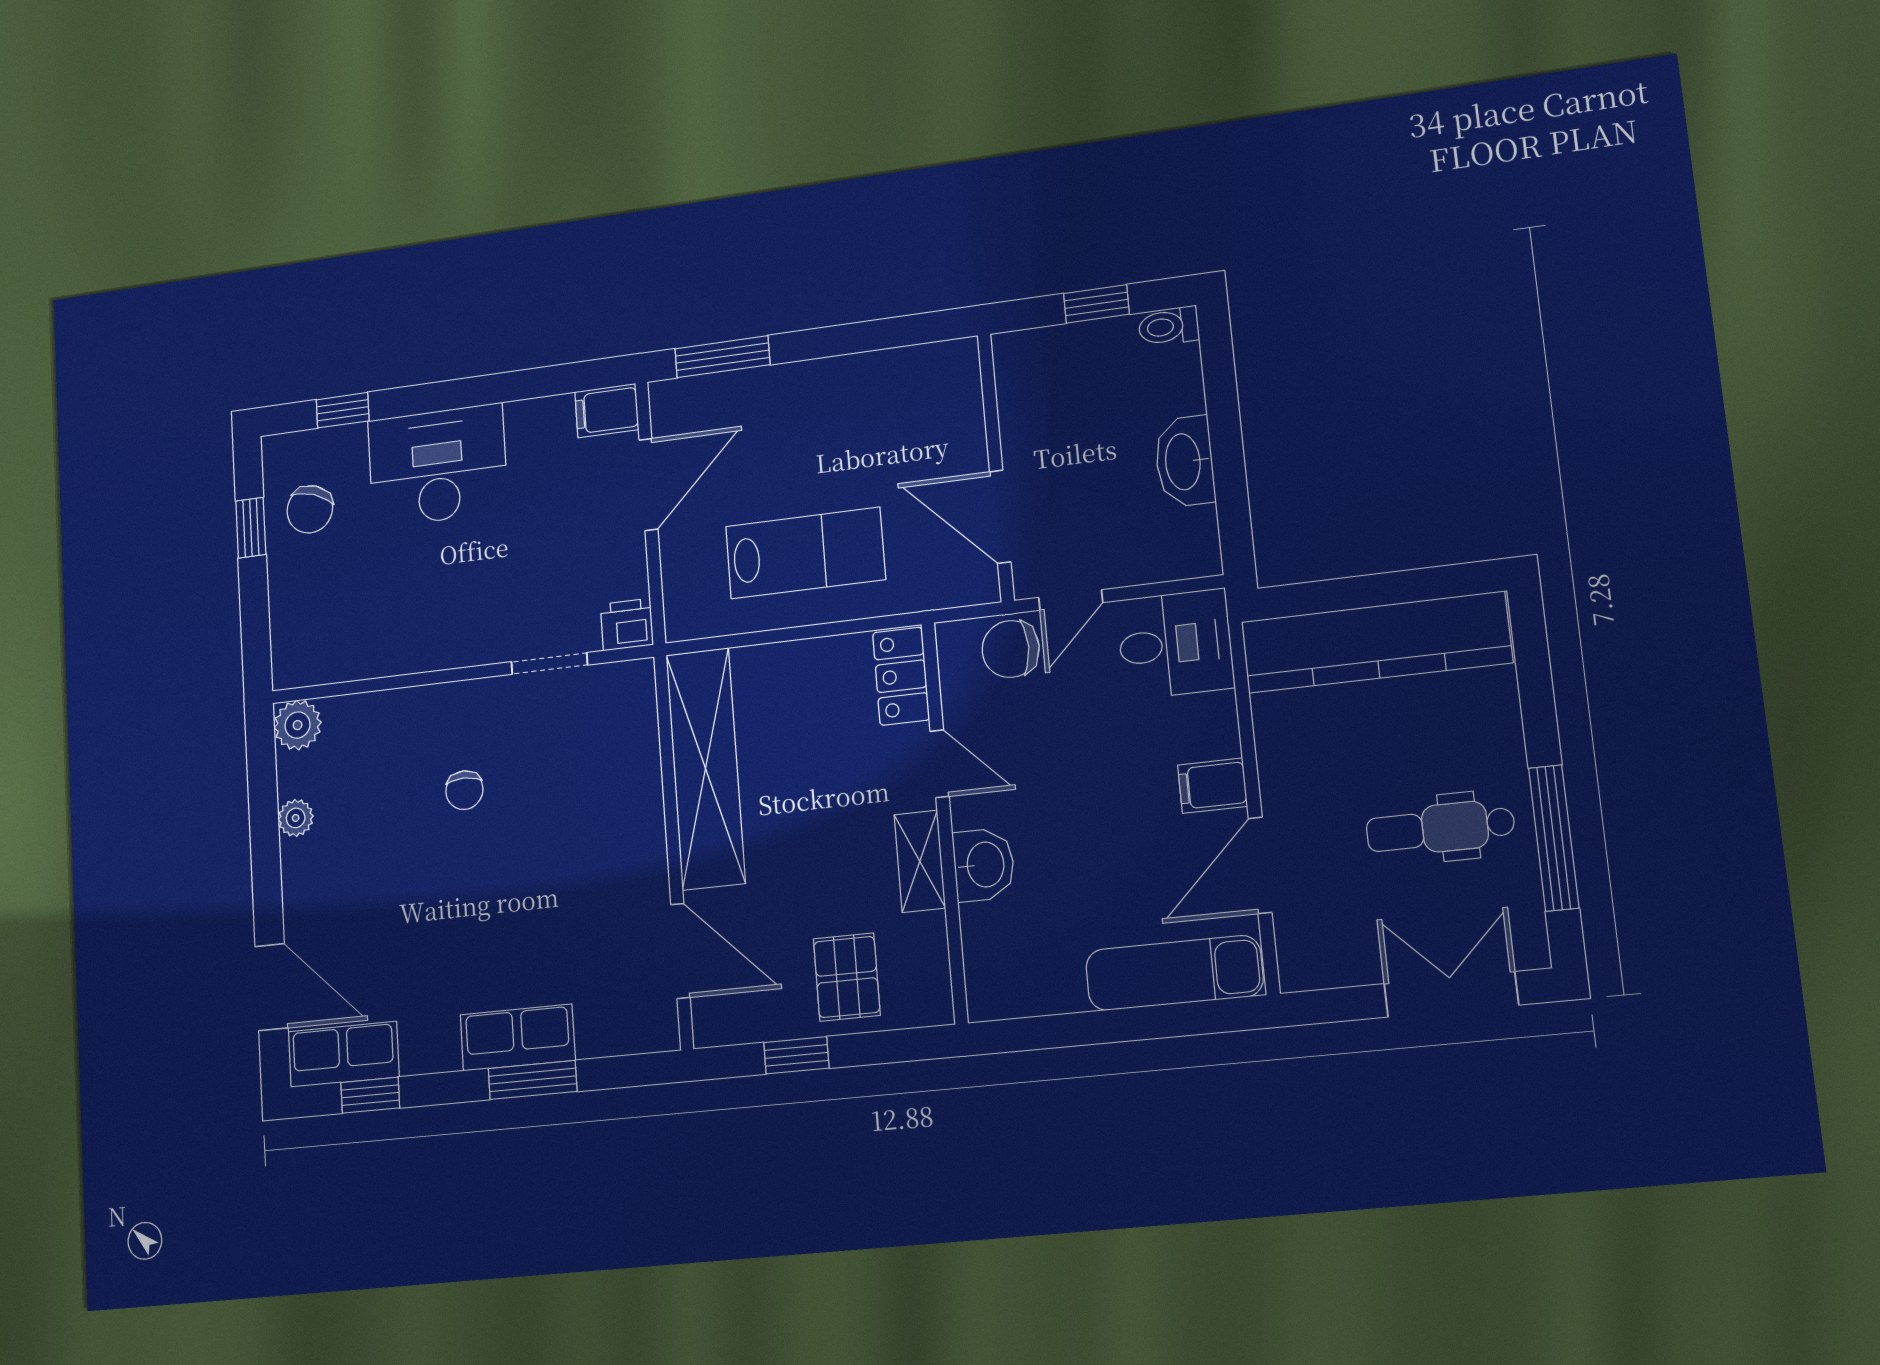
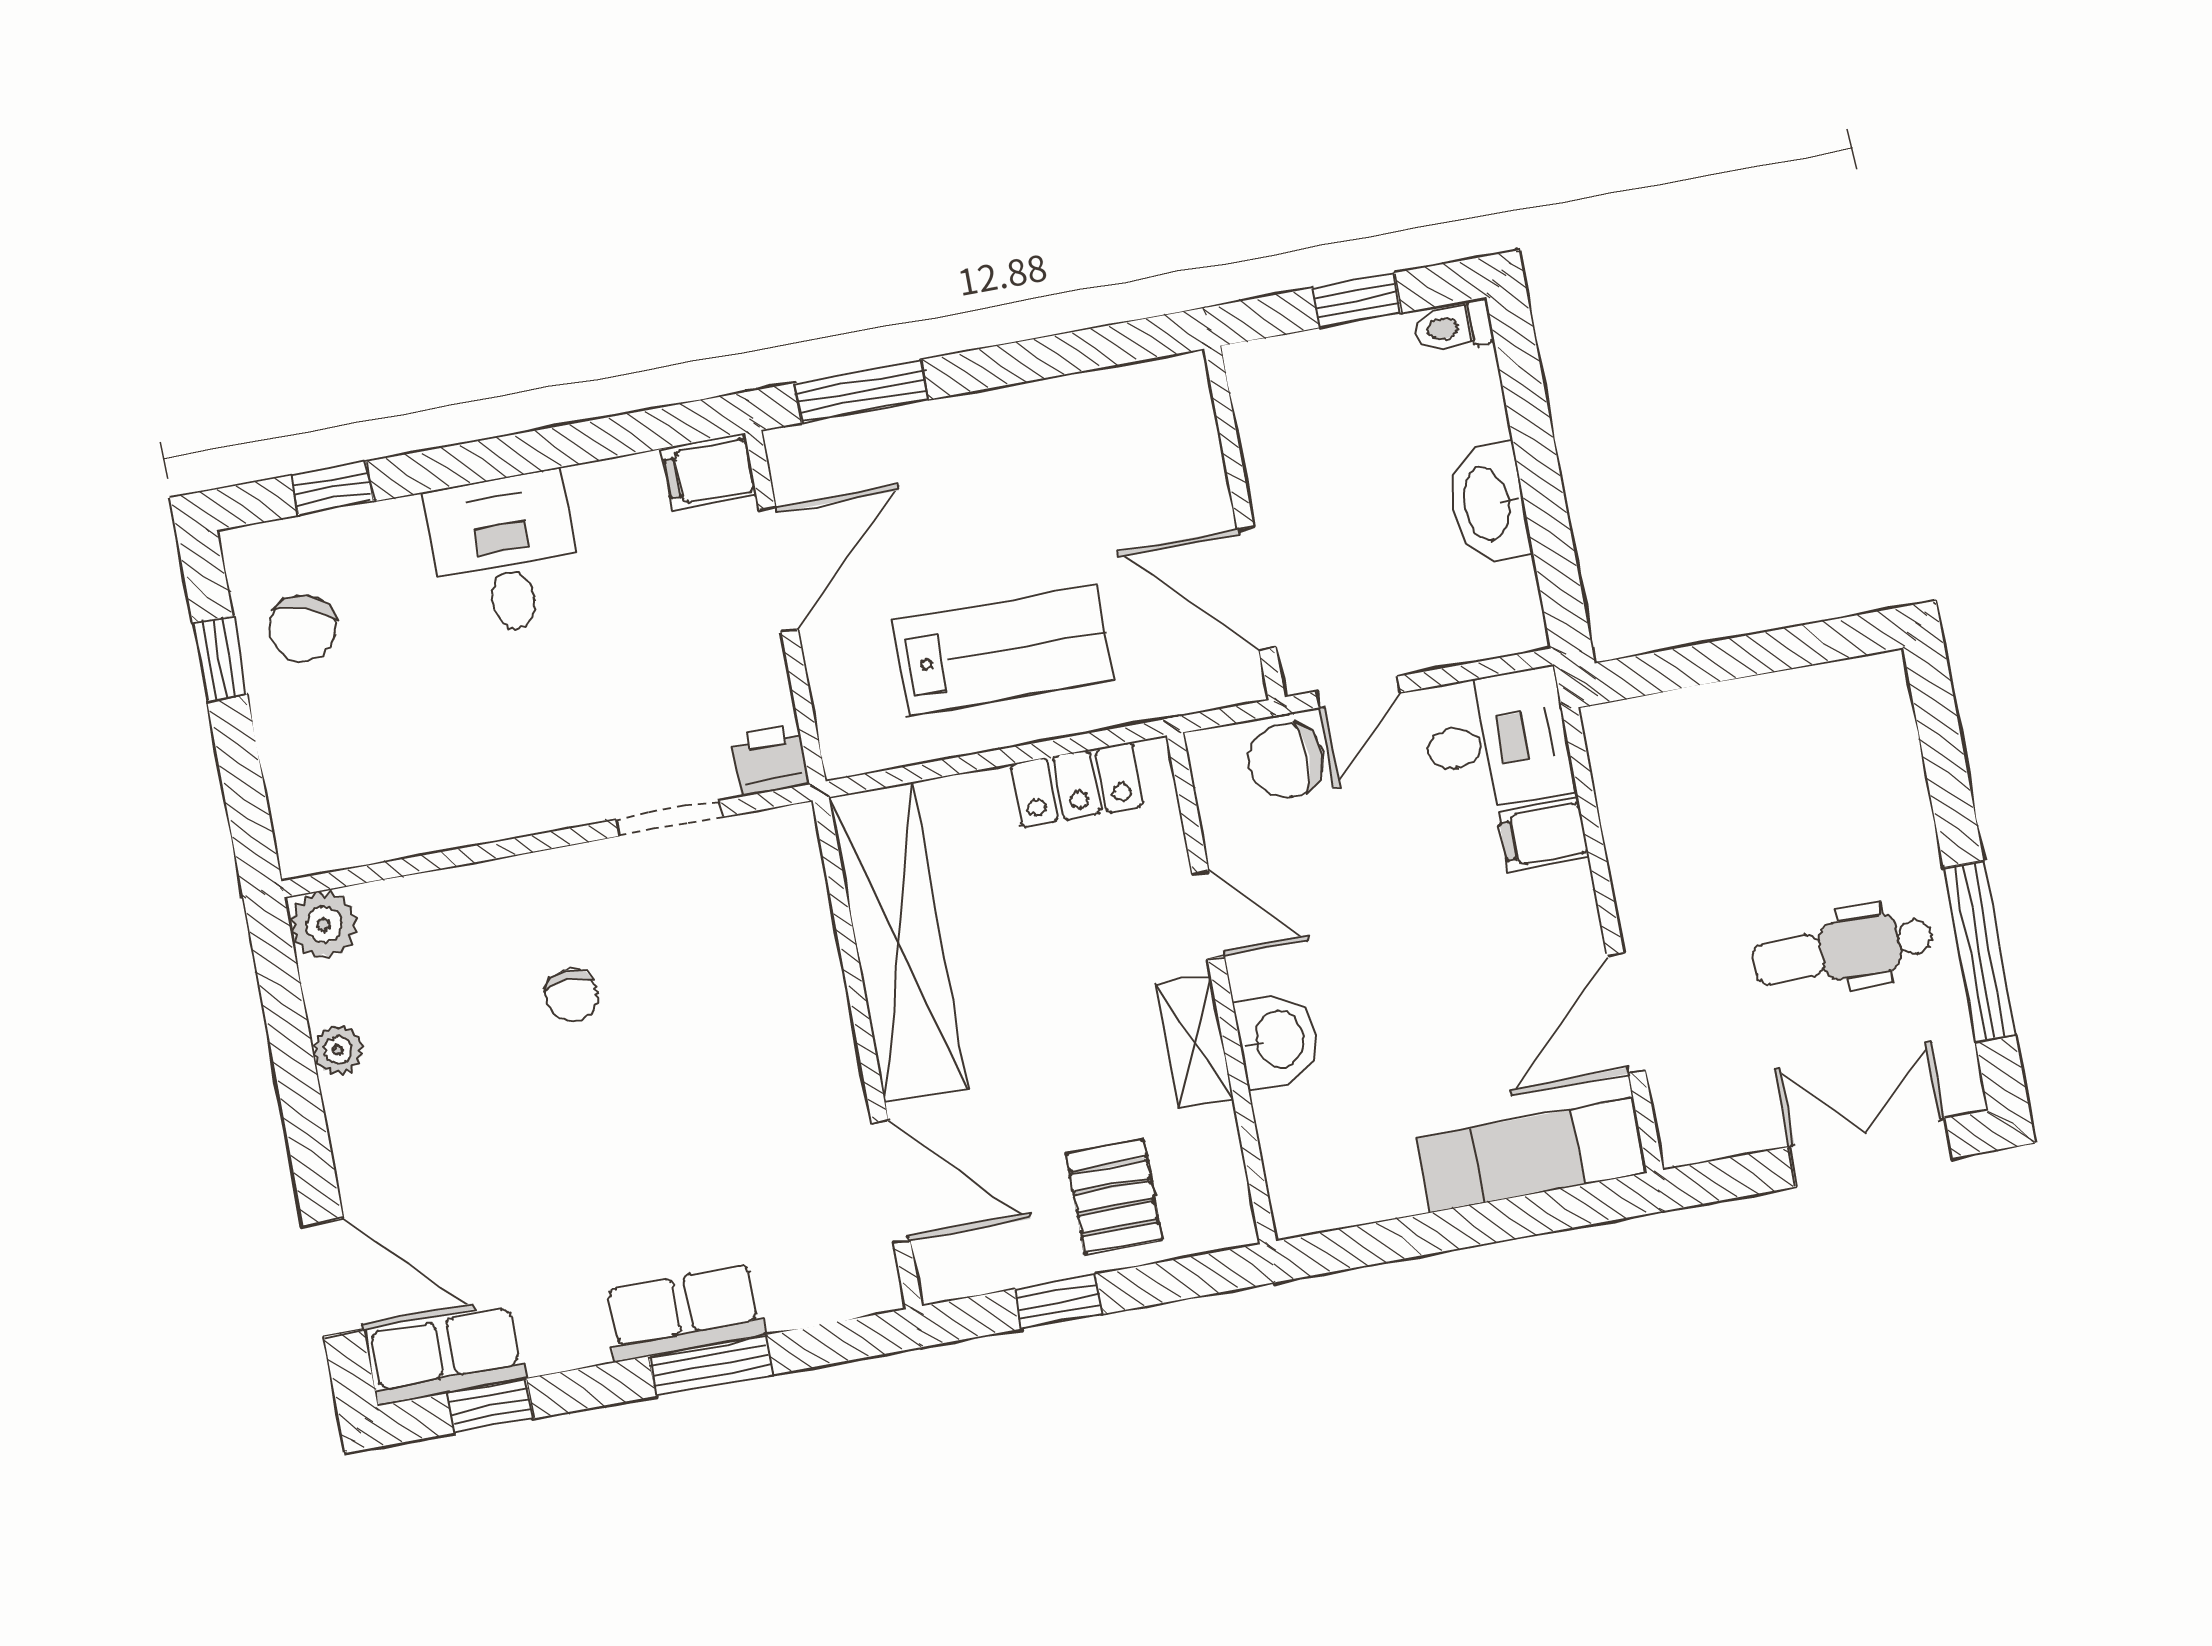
desk: (438, 466) -> (505, 554), width x0.73
kitchen counter: (1376, 642) -> (1747, 723), removed
locker: (901, 676) -> (1077, 785), moved, turned -90
filing cabinet: (1212, 786) -> (1544, 835), moved

